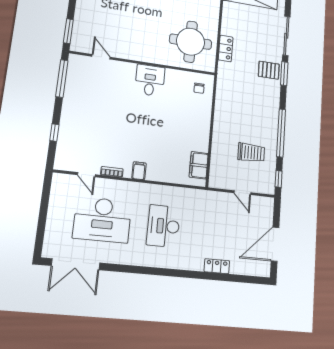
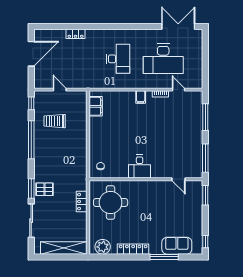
window: (54, 133) -> (205, 117), width x2.17
desk: (102, 220) -> (163, 59), turned 180

